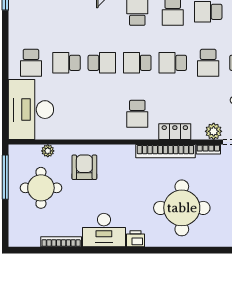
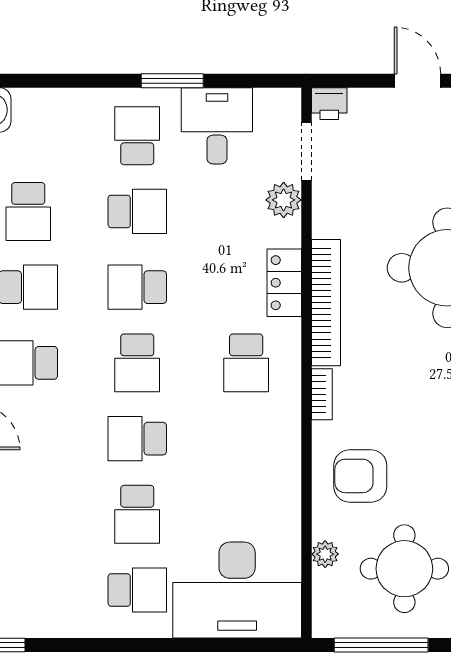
school desk: (102, 63) -> (137, 439), turned -90
school desk: (173, 63) -> (137, 287), turned 90
school desk: (137, 114) -> (246, 363), turned 90
bookcase: (208, 149) -> (322, 394), moved

